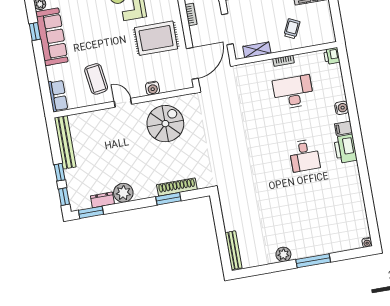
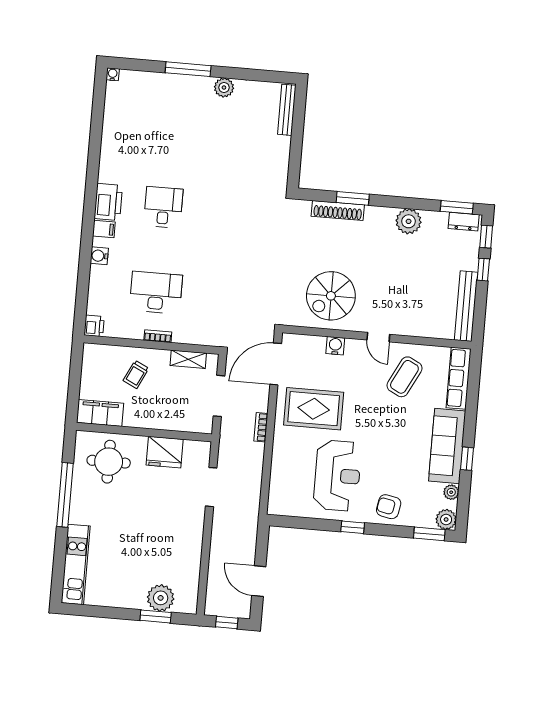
coffee table: (96, 79) -> (404, 377), turned 35
desk: (293, 92) -> (156, 293), turned 180
row of seats: (58, 96) -> (459, 378), width x1.48
dresser: (102, 200) -> (464, 222), moved

